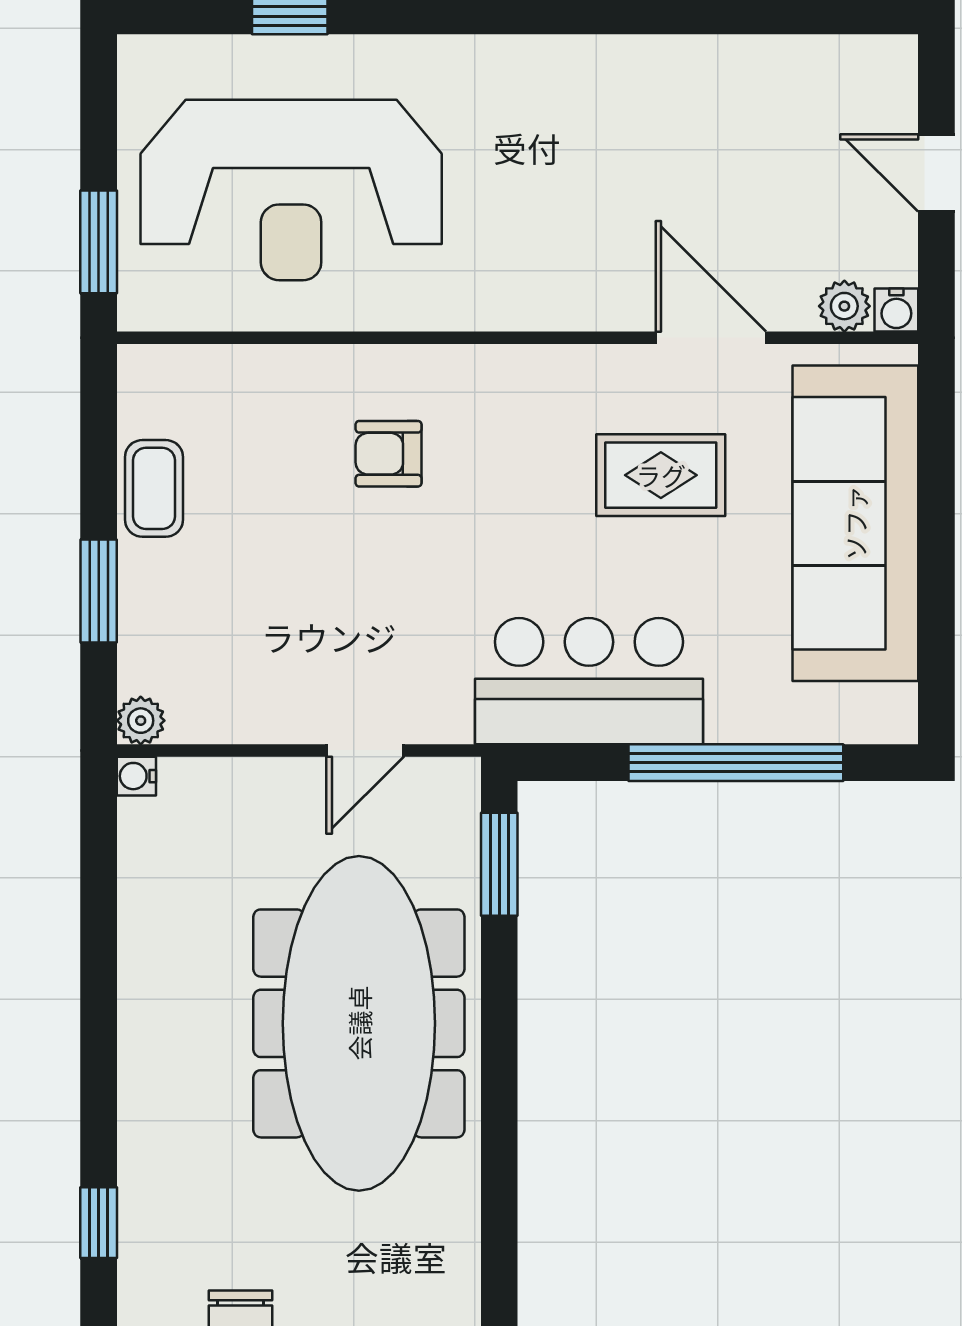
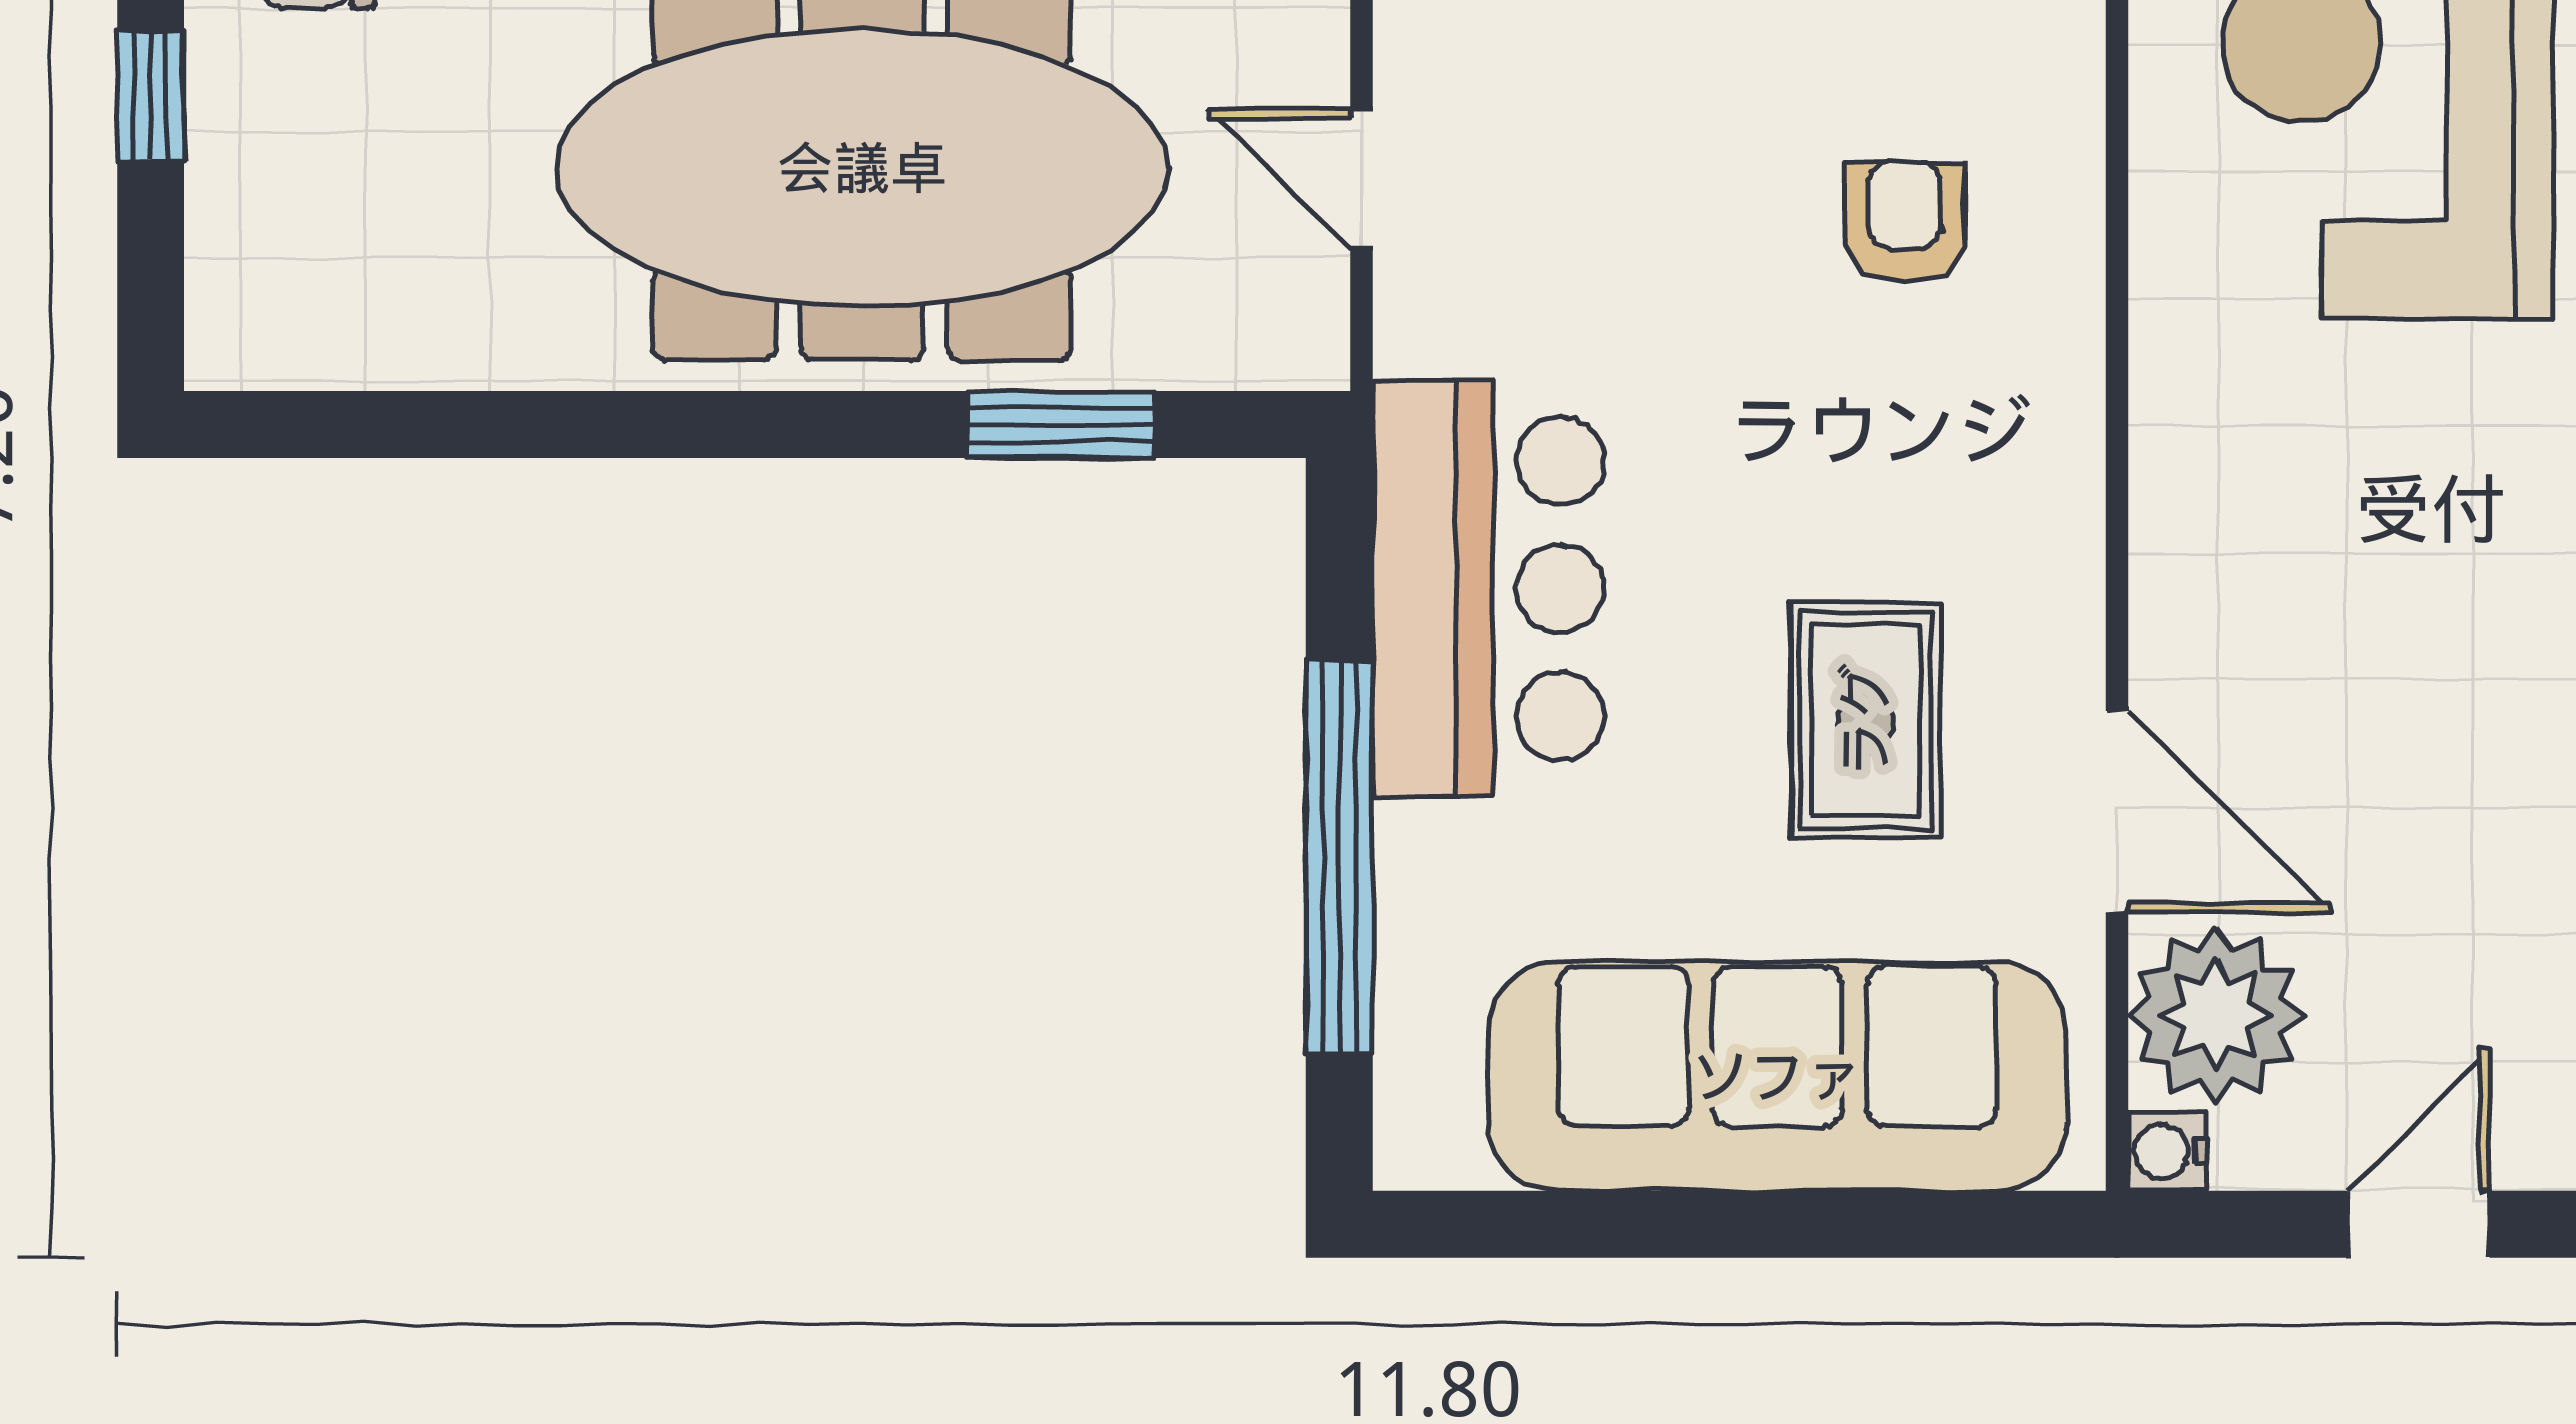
plant: (844, 306) -> (2216, 1015), width x1.87, depth x1.87
door: (711, 338) -> (2117, 812), hinge flipped
window: (499, 864) -> (1061, 424), moved

